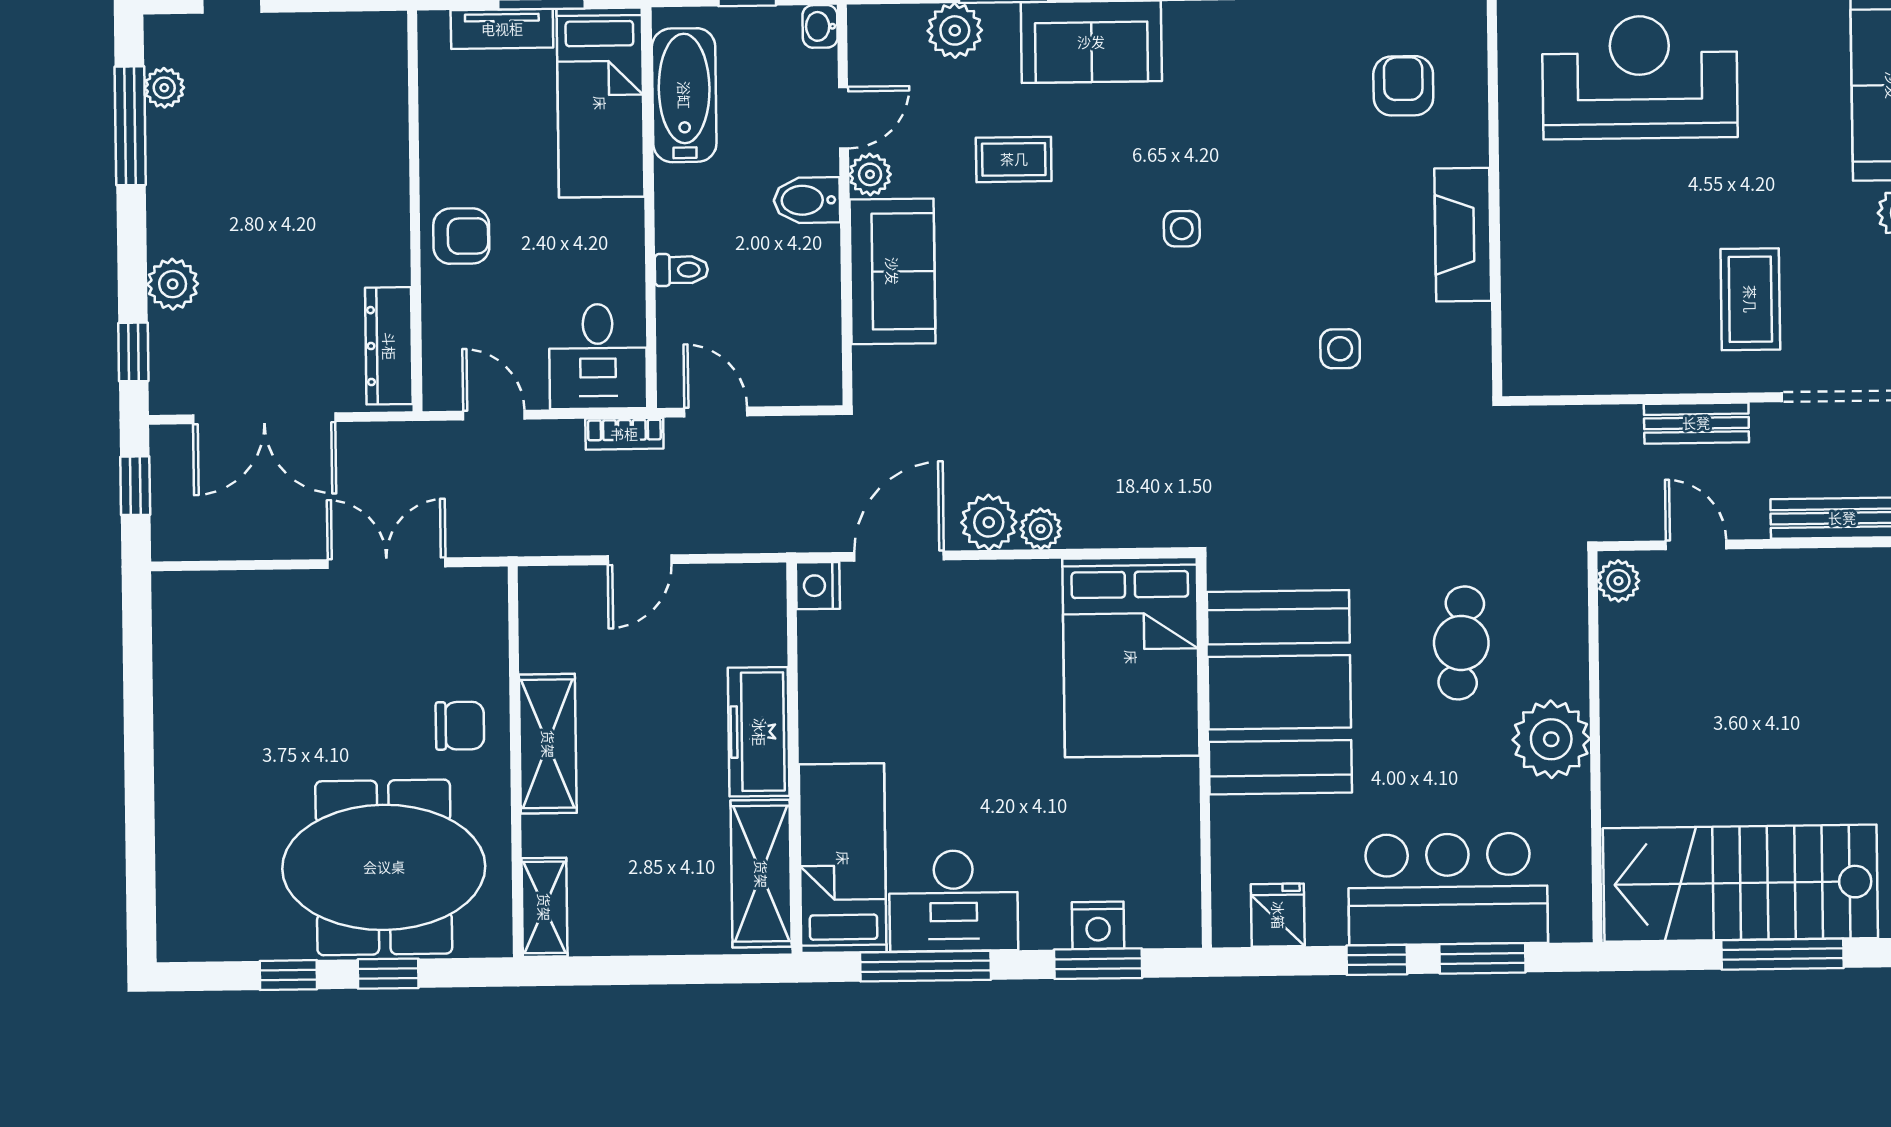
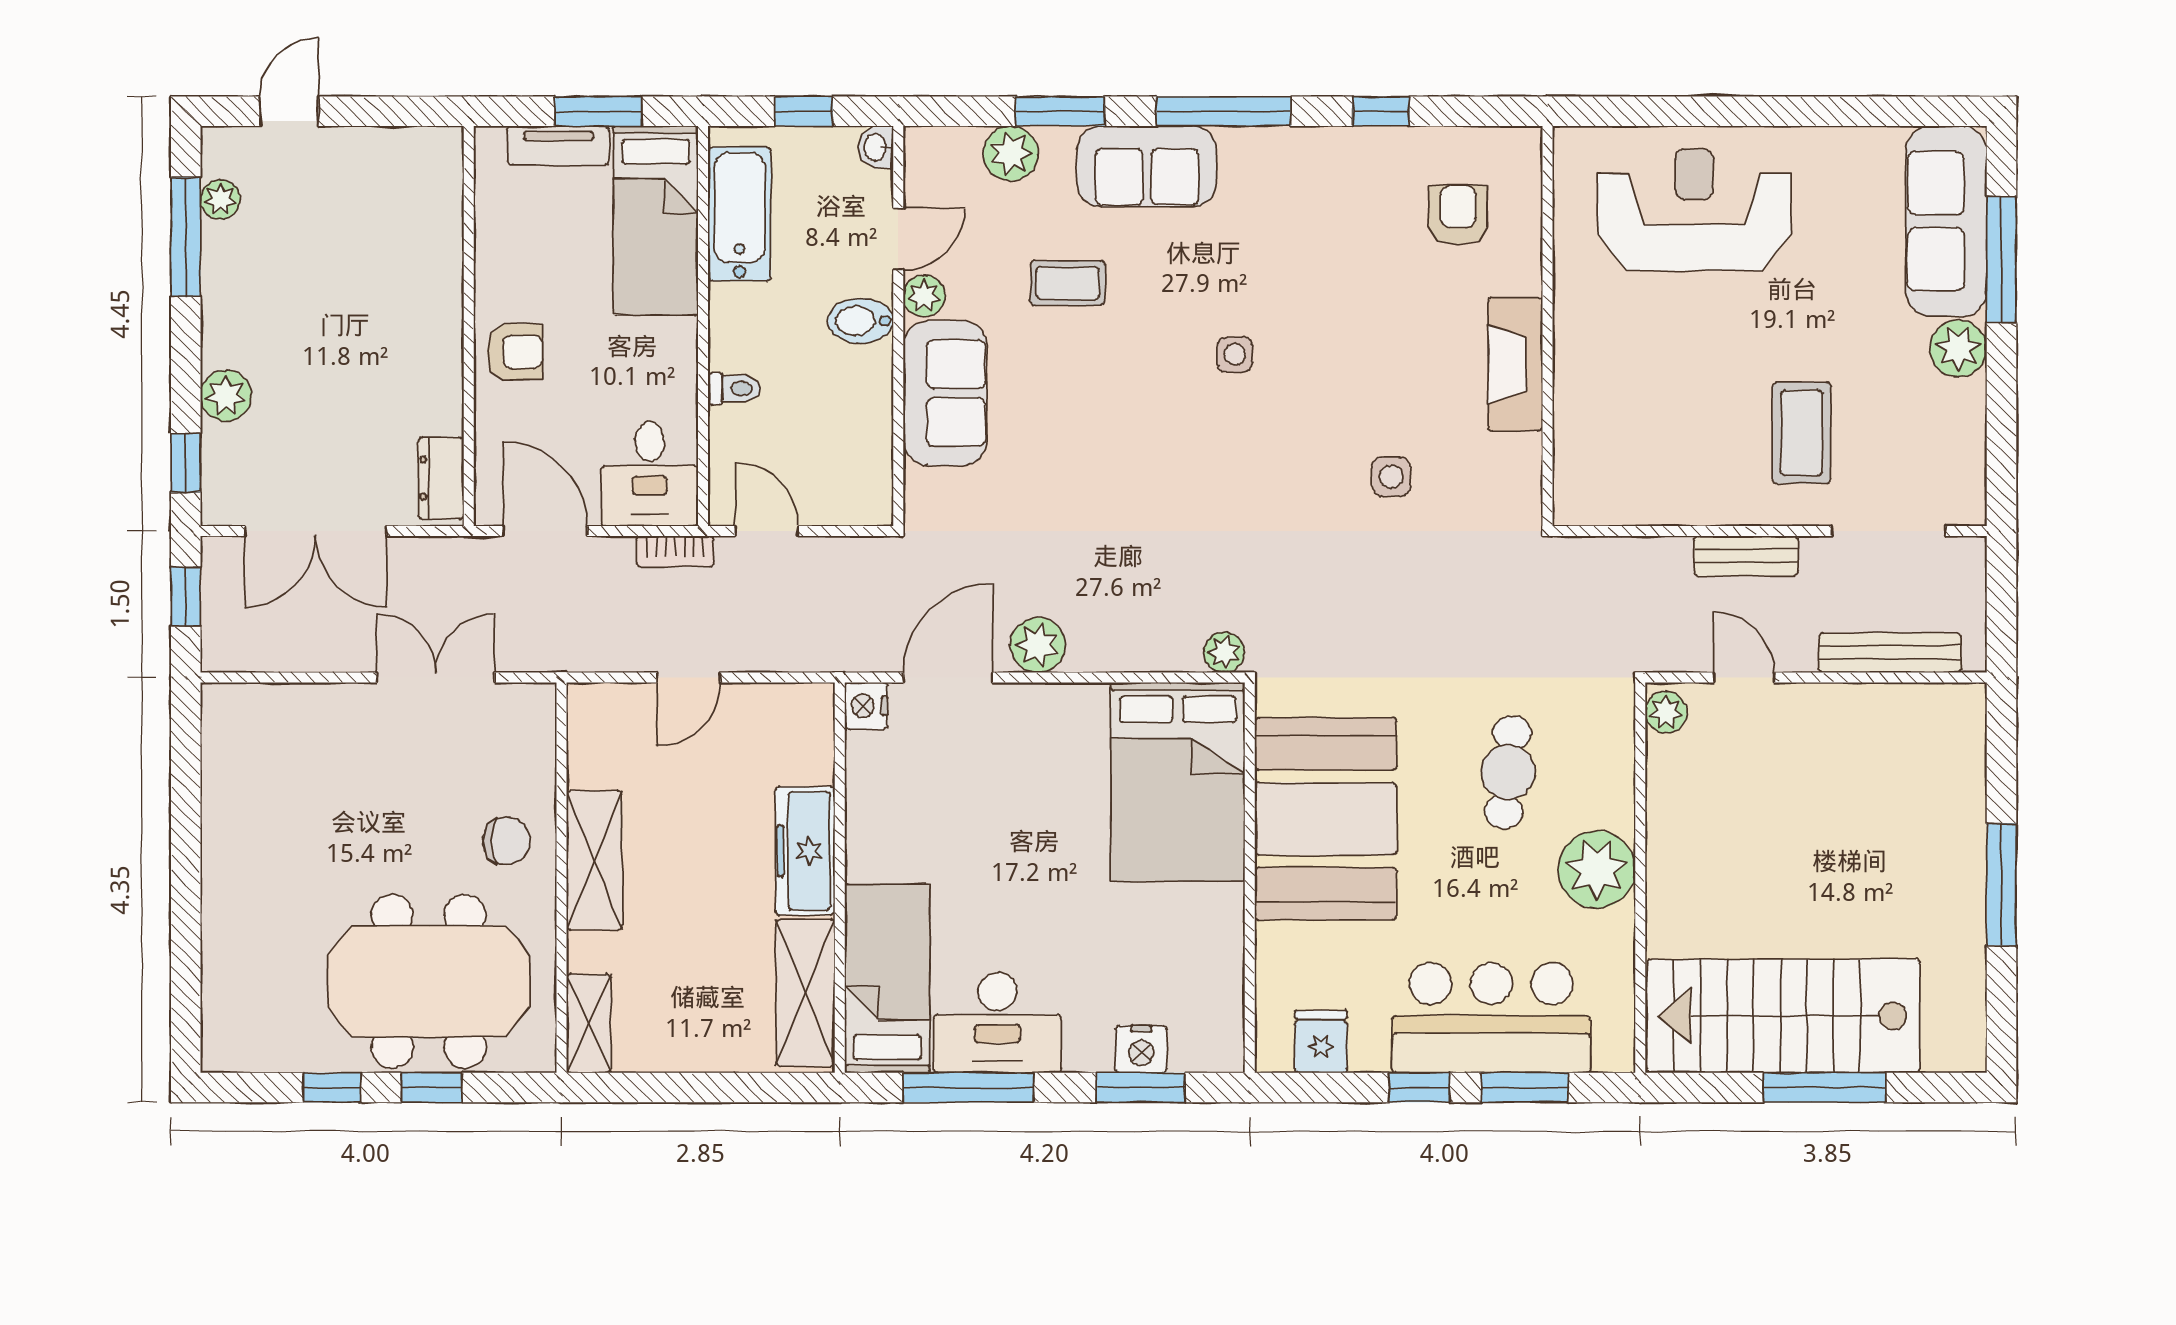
dresser: (389, 346) -> (441, 478), width x0.70
door: (494, 415) -> (545, 531), width x1.38
plant: (1041, 529) -> (1224, 652), moved

